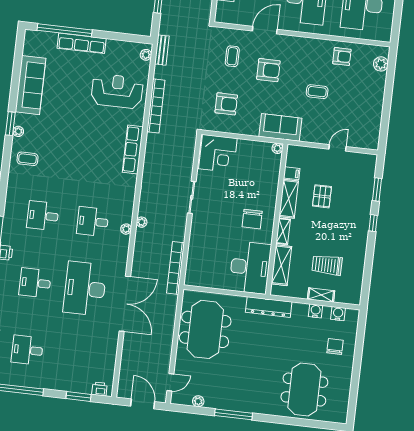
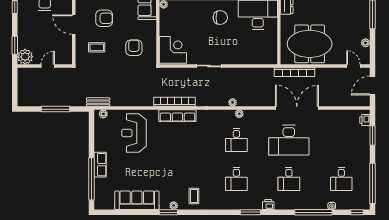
row of seats: (82, 43) -> (100, 165), width x0.68
armchair: (268, 70) -> (104, 18), turned 90
bookcase: (156, 106) -> (175, 102), moved
bookcase: (176, 268) -> (295, 72), moved

